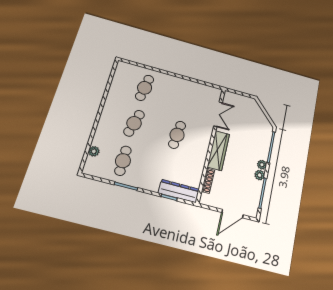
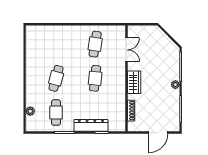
cafe table: (145, 88) -> (95, 44), moved
wardrobe: (218, 150) -> (134, 82), width x0.67
plant: (260, 175) -> (175, 94), removed
dresser: (179, 191) -> (91, 125), moved

